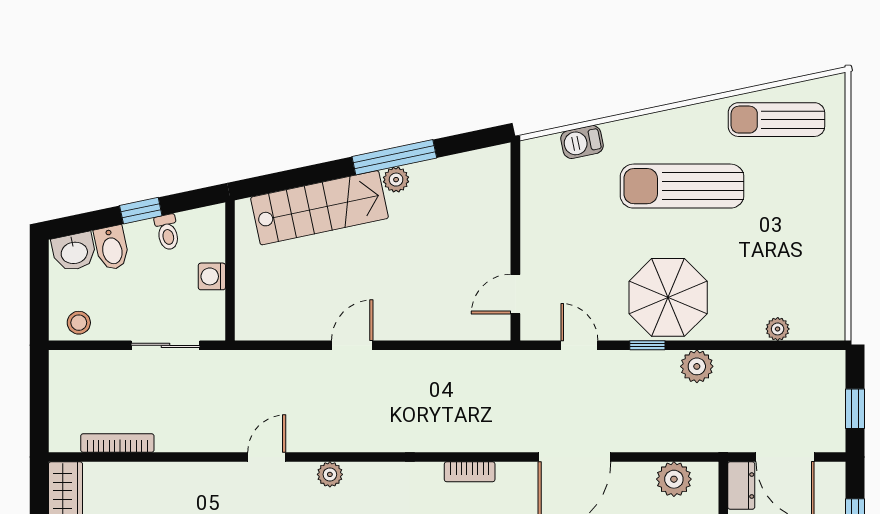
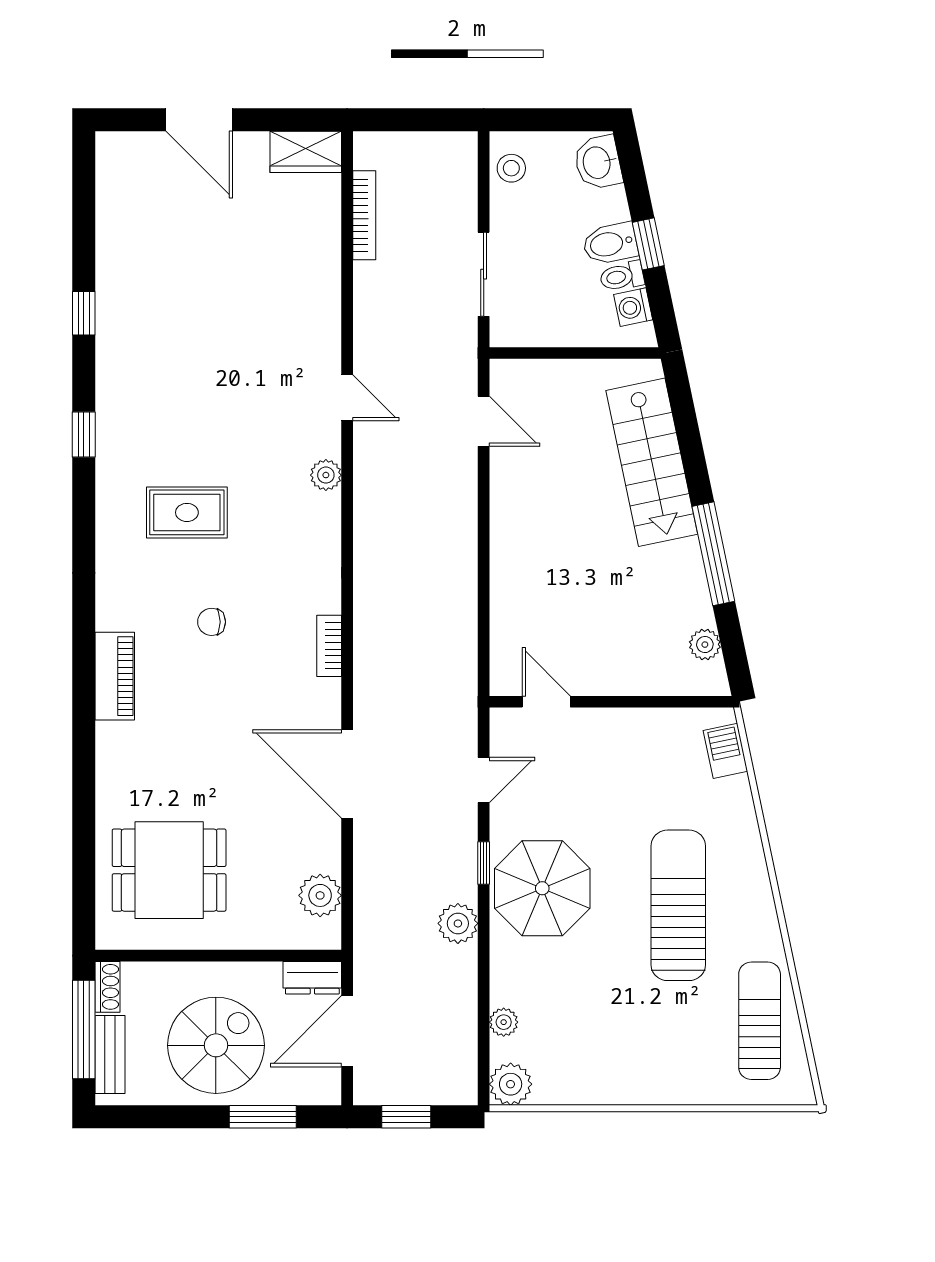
barbecue: (582, 142) -> (725, 751), moved
plant: (396, 180) -> (705, 645), moved
bidet: (112, 248) -> (610, 244), moved
washing machine: (212, 276) -> (633, 307), moved, turned -102
plant: (828, 323) -> (511, 1084), added
door: (352, 345) -> (484, 421), moved

